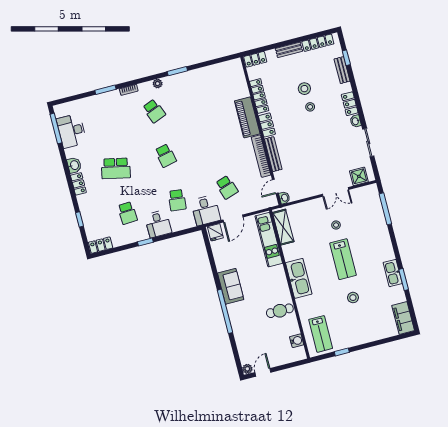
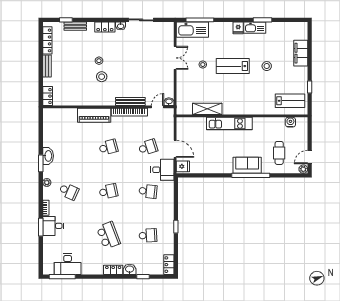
washbasin: (188, 77) -> (48, 156), added
stool: (304, 89) -> (102, 77), moved
locker: (259, 96) -> (79, 101), removed
school desk: (154, 111) -> (69, 191), turned 45
locker: (267, 125) -> (105, 100), removed
school desk: (215, 143) -> (108, 147), added
washbasin: (74, 165) -> (130, 269), moved
school desk: (116, 168) -> (108, 235), turned -33
shower: (359, 176) -> (167, 35), removed
door: (275, 186) -> (158, 107), swing flipped
desk: (158, 224) -> (53, 226), moved, turned 180
shelving: (283, 227) -> (207, 109), moved
kitchen unit: (269, 240) -> (229, 124), moved
fridge: (388, 254) -> (238, 28), added
lab bench: (343, 259) -> (233, 66), turned 180
kitchen sink: (299, 278) -> (192, 30), moved, turned 180
sofa: (231, 286) -> (247, 165), moved
cafe table: (280, 311) -> (279, 153), moved
filing cabinet: (403, 318) -> (301, 53), moved, turned 90
door: (263, 372) -> (310, 157), hinge flipped

